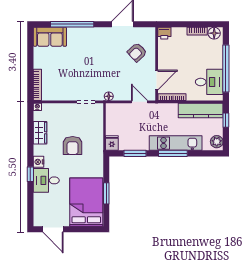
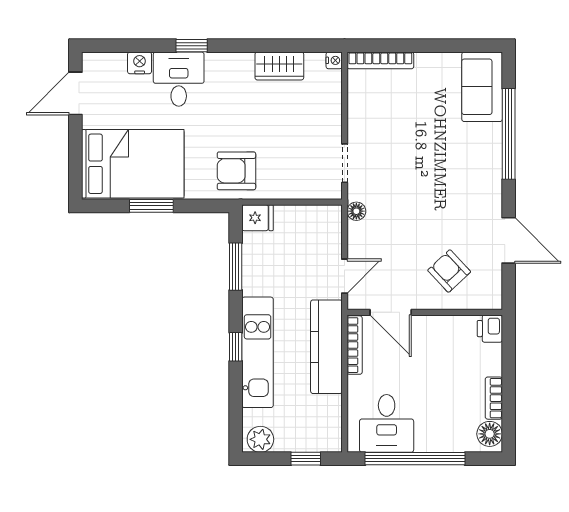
kitchen counter: (201, 110) -> (326, 347), moved
armchair: (73, 146) -> (236, 171), moved
window: (173, 153) -> (236, 347), width x0.46
nightstand: (39, 162) -> (140, 63), moved

